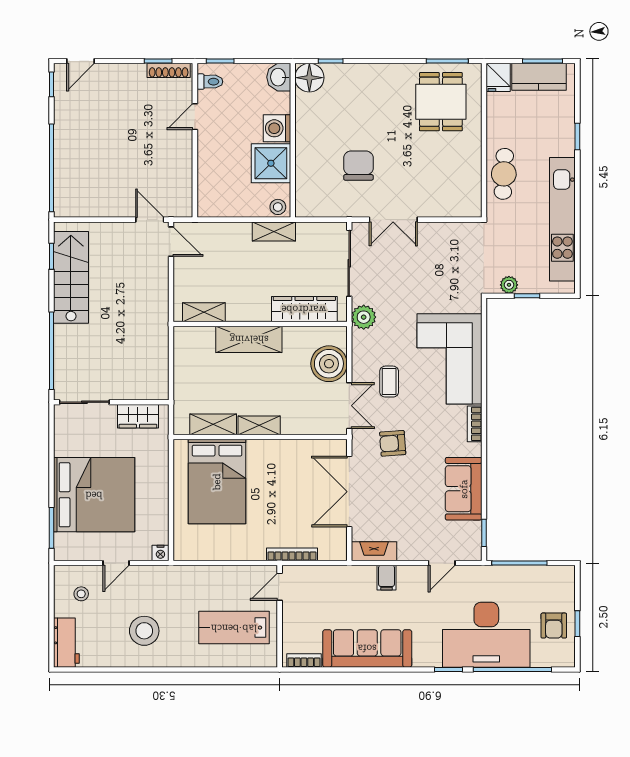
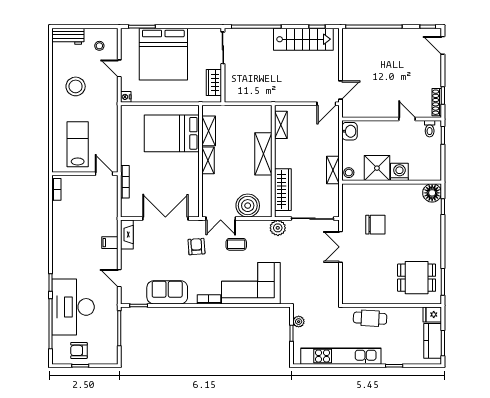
washbasin: (279, 77) -> (350, 131), moved, turned 90
sofa: (367, 648) -> (64, 230), removed

